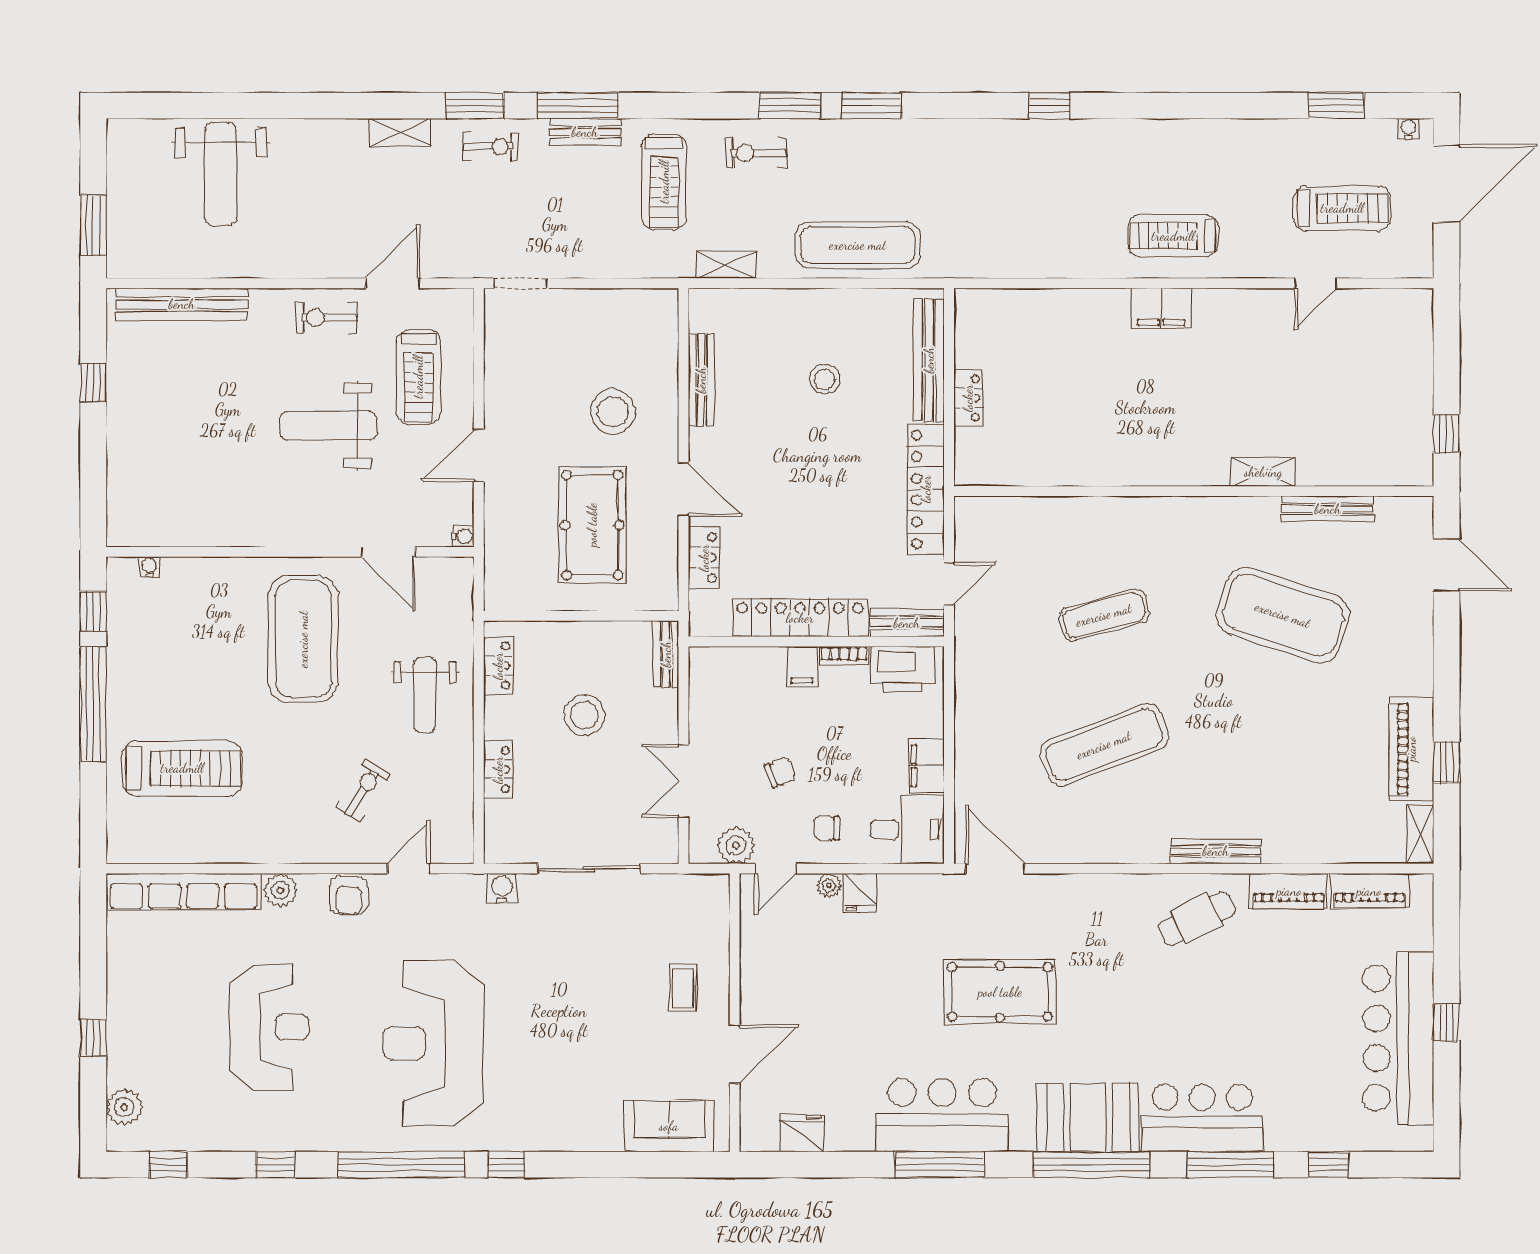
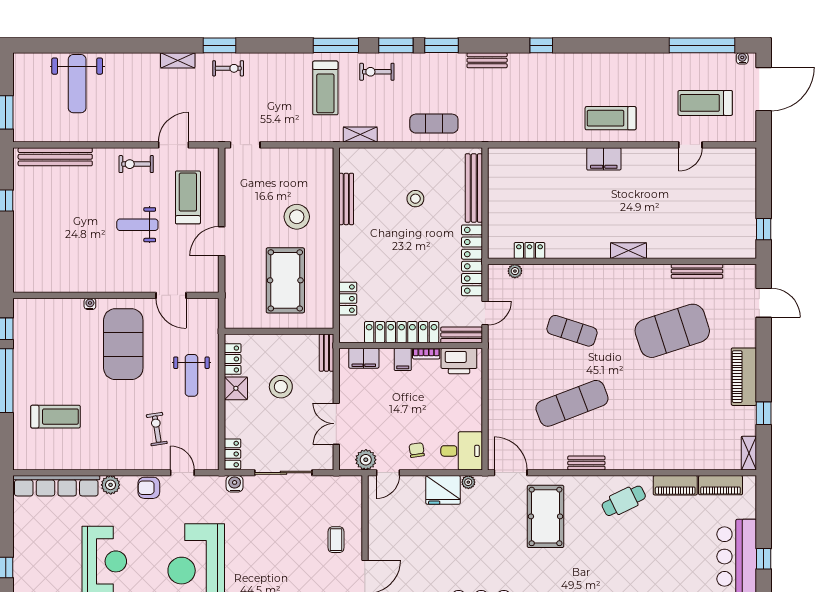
window: (578, 106) -> (336, 45), moved
window: (1336, 106) -> (702, 45), width x2.11
bench: (585, 132) -> (487, 60), moved
treadmill: (1342, 208) -> (705, 103), turned 180
exercise mat: (858, 245) -> (434, 124), width x0.73, depth x0.69
treadmill: (418, 377) -> (188, 197), turned 180
locker: (968, 398) -> (530, 251), moved, turned -90
weight bench: (328, 426) -> (137, 225), width x0.73, depth x0.75
shelving: (1263, 472) -> (628, 251), moved
door: (683, 489) -> (336, 260), removed
plant: (1002, 508) -> (515, 271), added
water cooler: (463, 536) -> (213, 287), removed
water cooler: (149, 567) -> (90, 304), moved
exercise mat: (1104, 615) -> (572, 331), turned 33
exercise mat: (1283, 615) -> (672, 331), turned -36
shower: (504, 718) -> (236, 388), added
piano: (1411, 749) -> (744, 377), moved
filing cabinet: (926, 766) -> (364, 358), moved, turned -90
treadmill: (182, 768) -> (56, 417), width x0.73, depth x0.73
locker: (498, 770) -> (232, 454), moved
chair: (780, 772) -> (390, 419), removed
exercise bike: (363, 791) -> (157, 429), turned -41
chair: (827, 828) -> (417, 450), turned 82
bench: (1216, 851) -> (586, 463), moved, width x0.73
door: (409, 869) -> (182, 473), hinge flipped
plant: (829, 885) -> (468, 482), moved
fridge: (860, 893) -> (443, 490), width x1.88, depth x1.34
armchair: (349, 896) -> (149, 488), turned 90
pool table: (1000, 992) -> (546, 516), moved, turned 90

